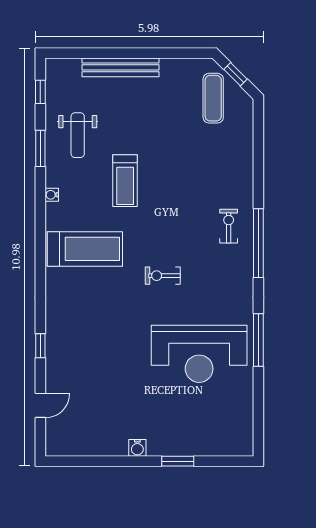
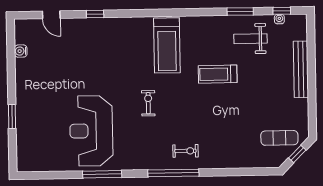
water cooler: (52, 195) -> (279, 19), moved
water cooler: (137, 448) -> (21, 51), moved

